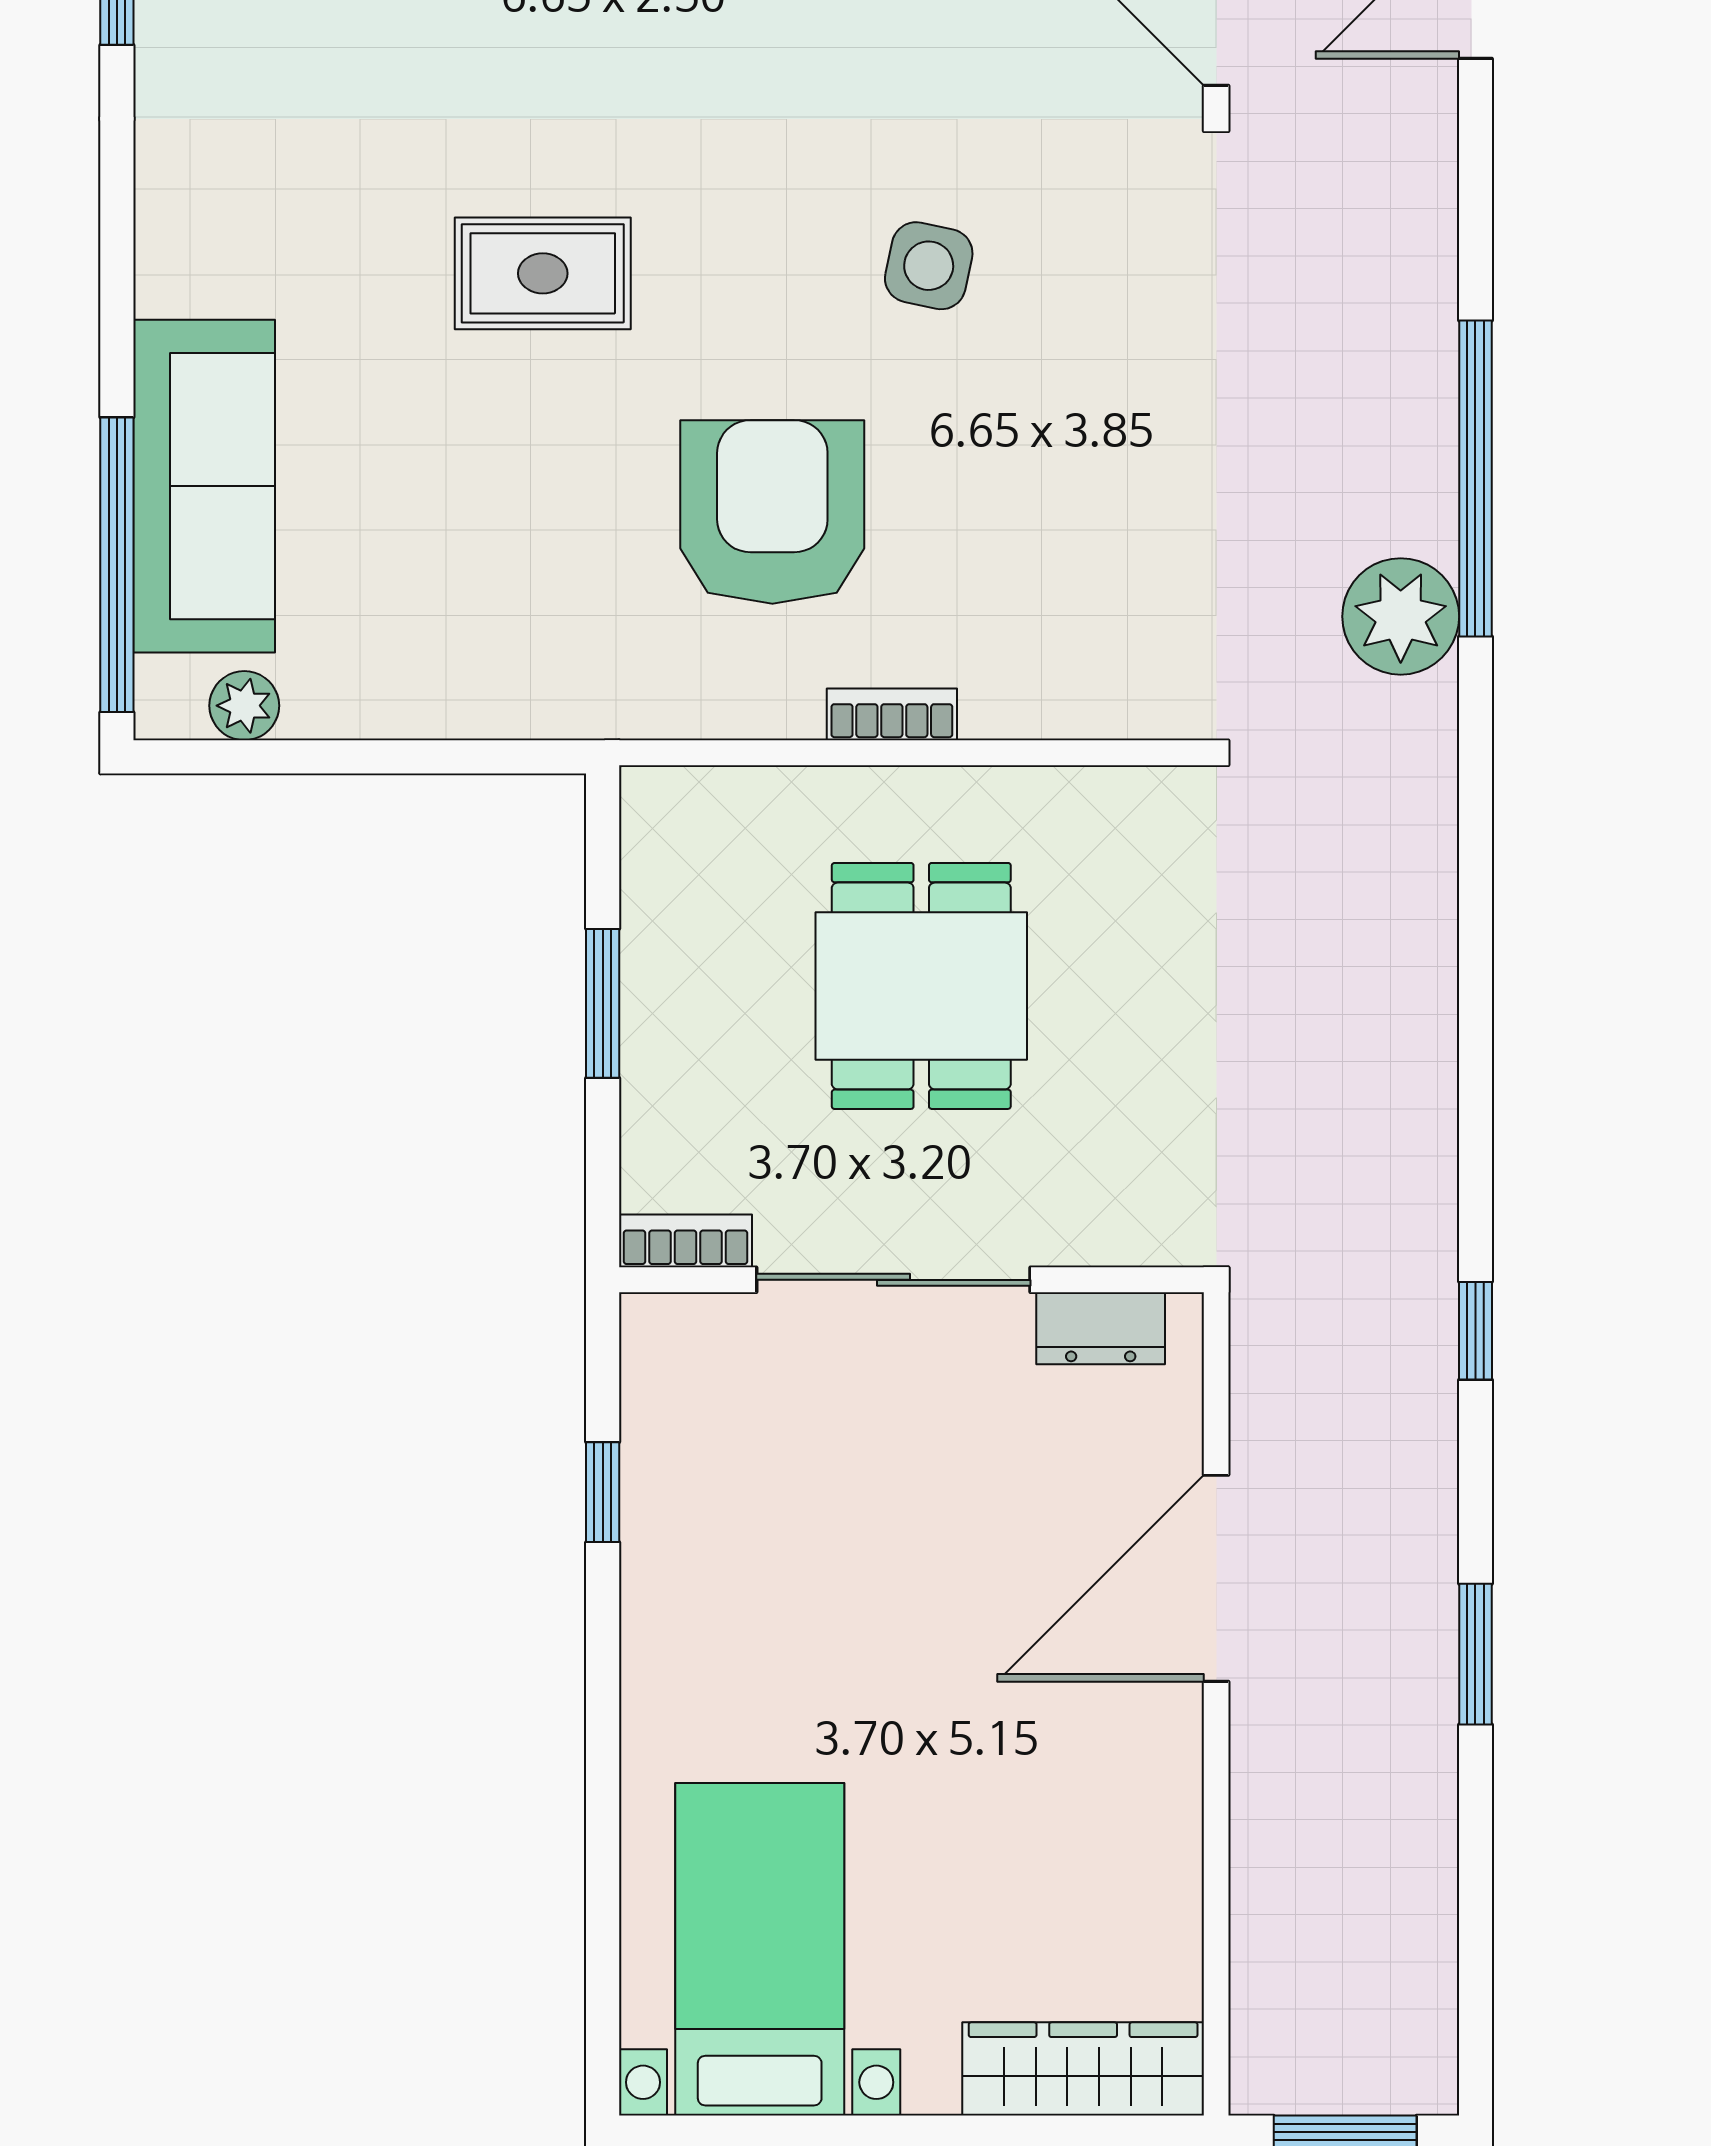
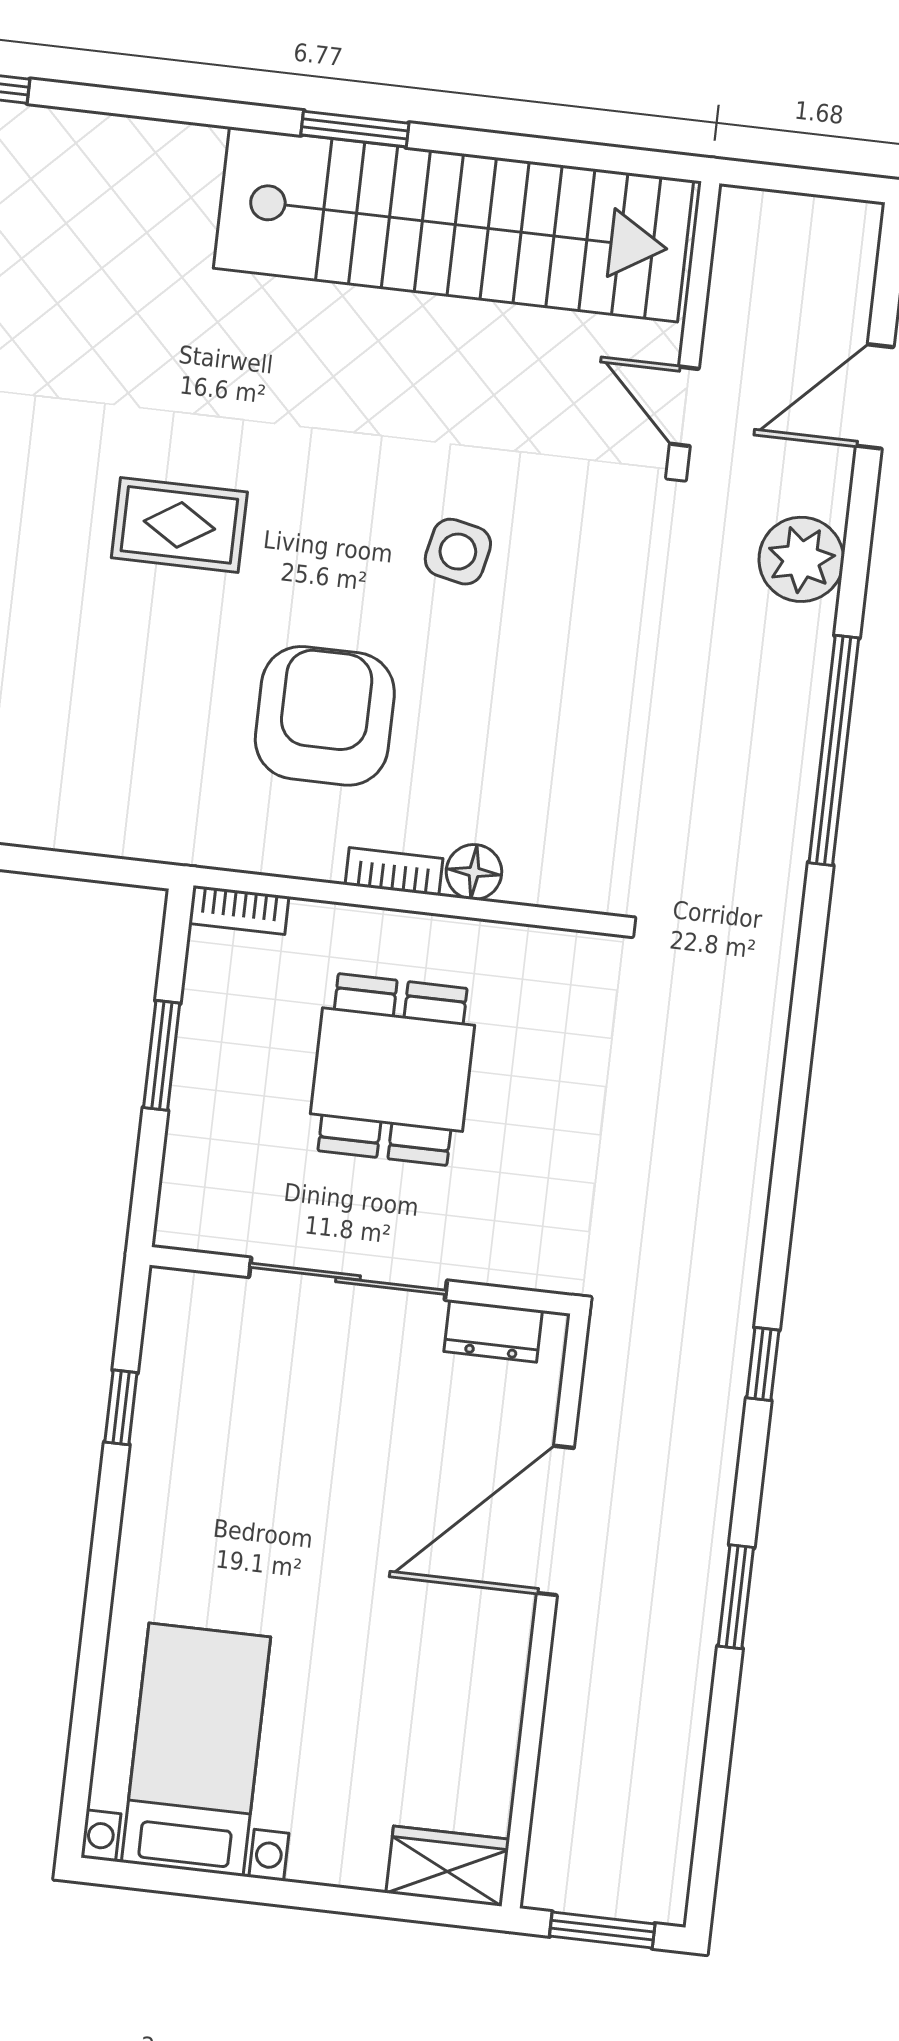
plant: (1401, 616) -> (801, 559), moved
floor lamp: (1002, 702) -> (474, 872), added
bookcase: (685, 1241) -> (239, 910), moved, turned 180
wardrobe: (1083, 2069) -> (448, 1866), width x0.67

